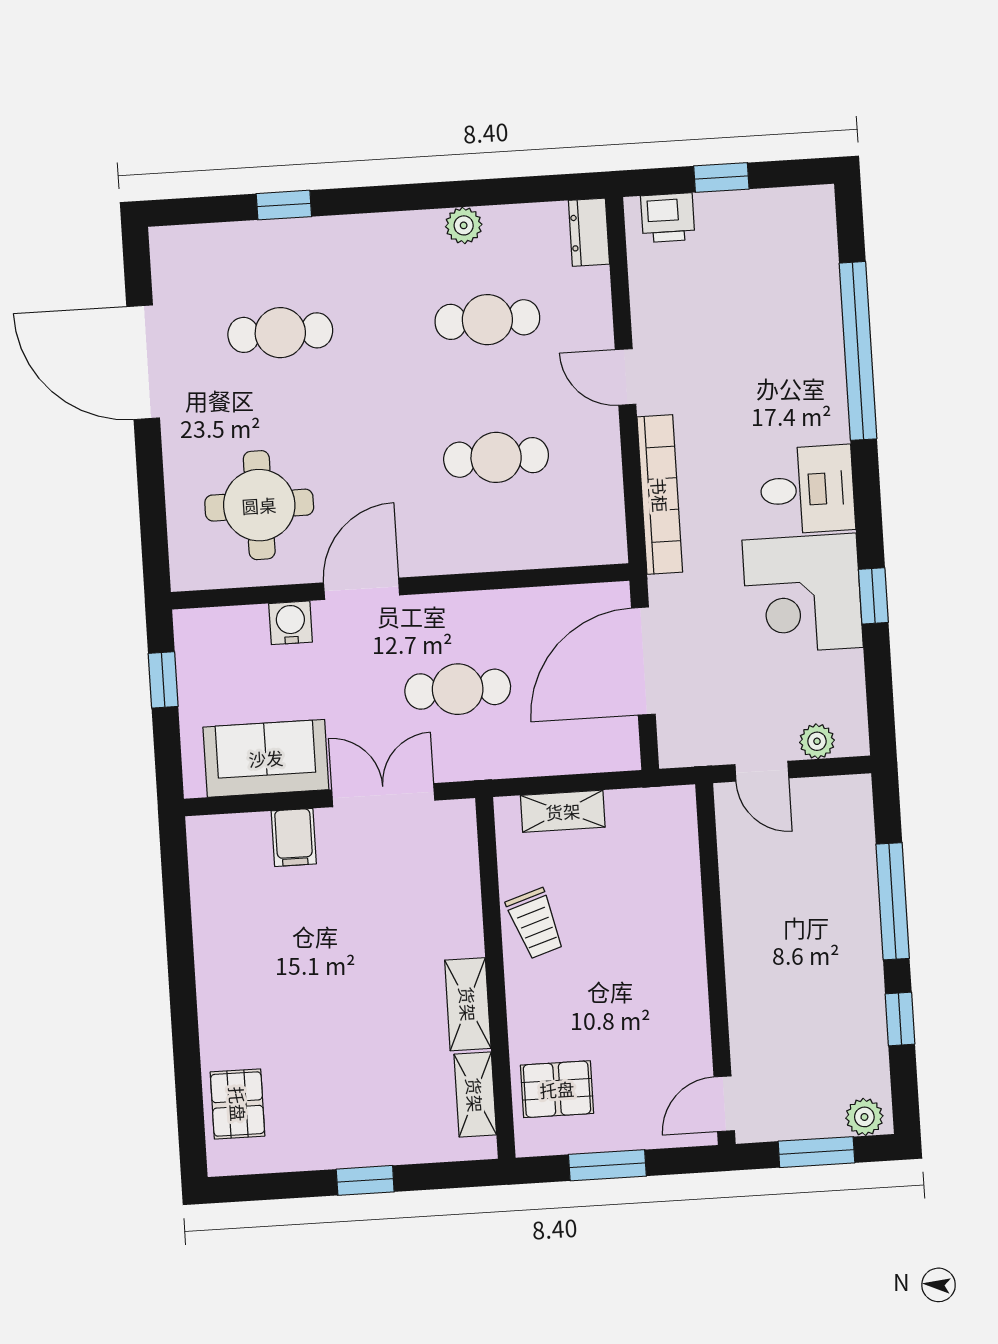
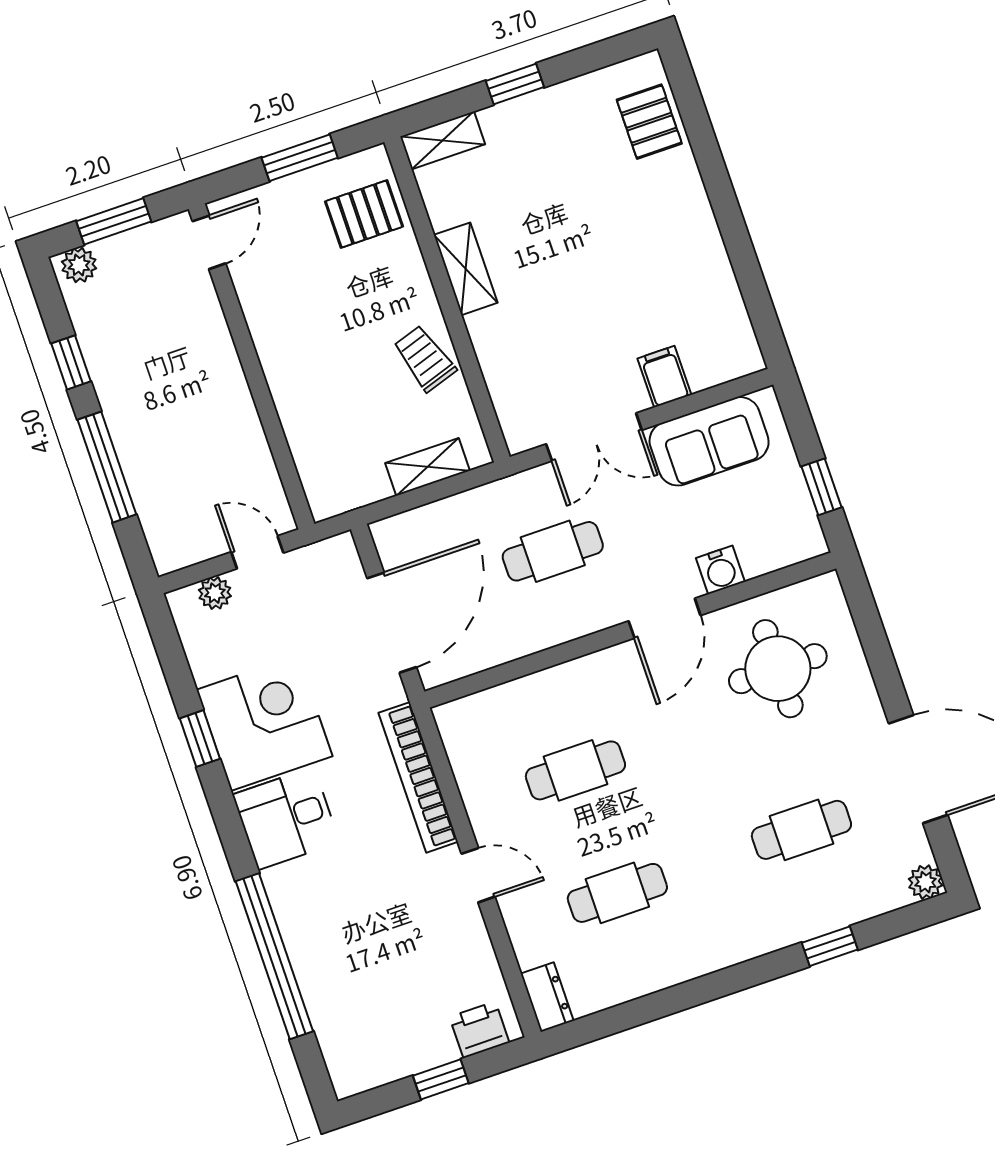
plant: (464, 225) -> (925, 882), moved
shelving: (475, 1095) -> (443, 140), moved, turned 90

